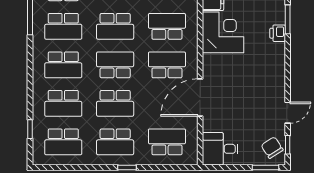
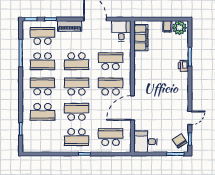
corner desk: (223, 32) -> (147, 65), removed
school desk: (63, 65) -> (43, 87), turned 180
school desk: (115, 103) -> (77, 112), turned 180
school desk: (63, 142) -> (43, 137), removed

